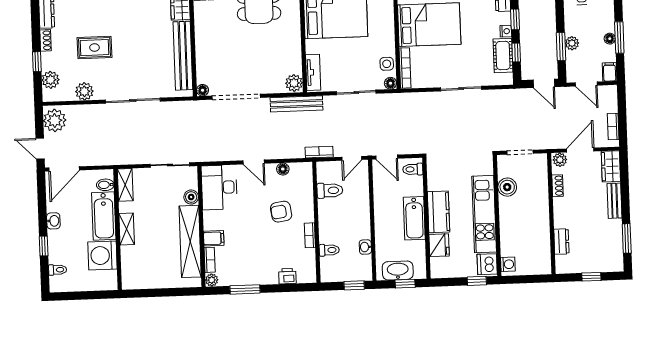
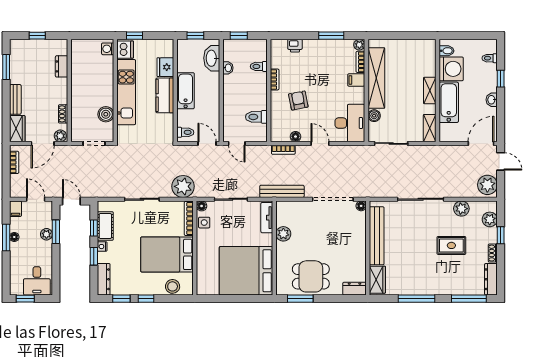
plant: (294, 83) -> (283, 234), moved
plant: (413, 105) -> (183, 186), added
bookcase: (319, 152) -> (283, 150), moved
door: (352, 158) -> (237, 143), swing flipped
bidet: (105, 185) -> (447, 51), moved
armchair: (281, 212) -> (298, 100), turned -93
washbasin: (398, 270) -> (212, 58), moved, turned 90

